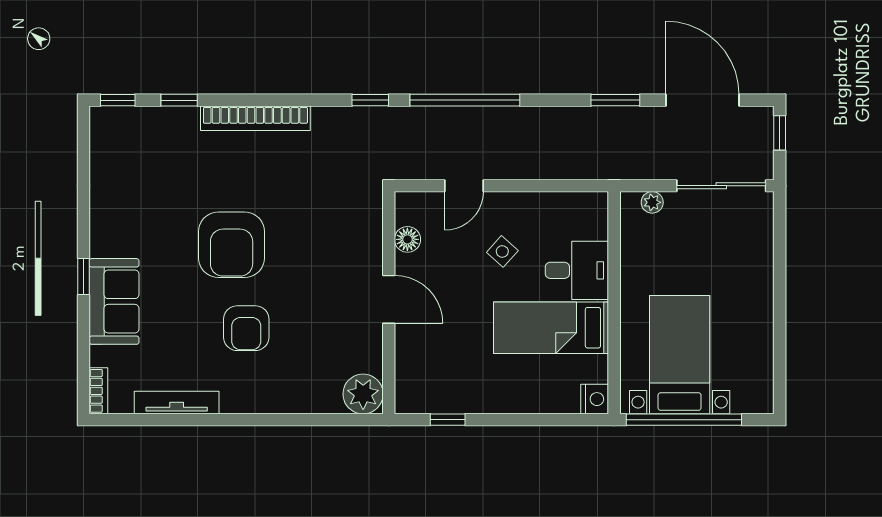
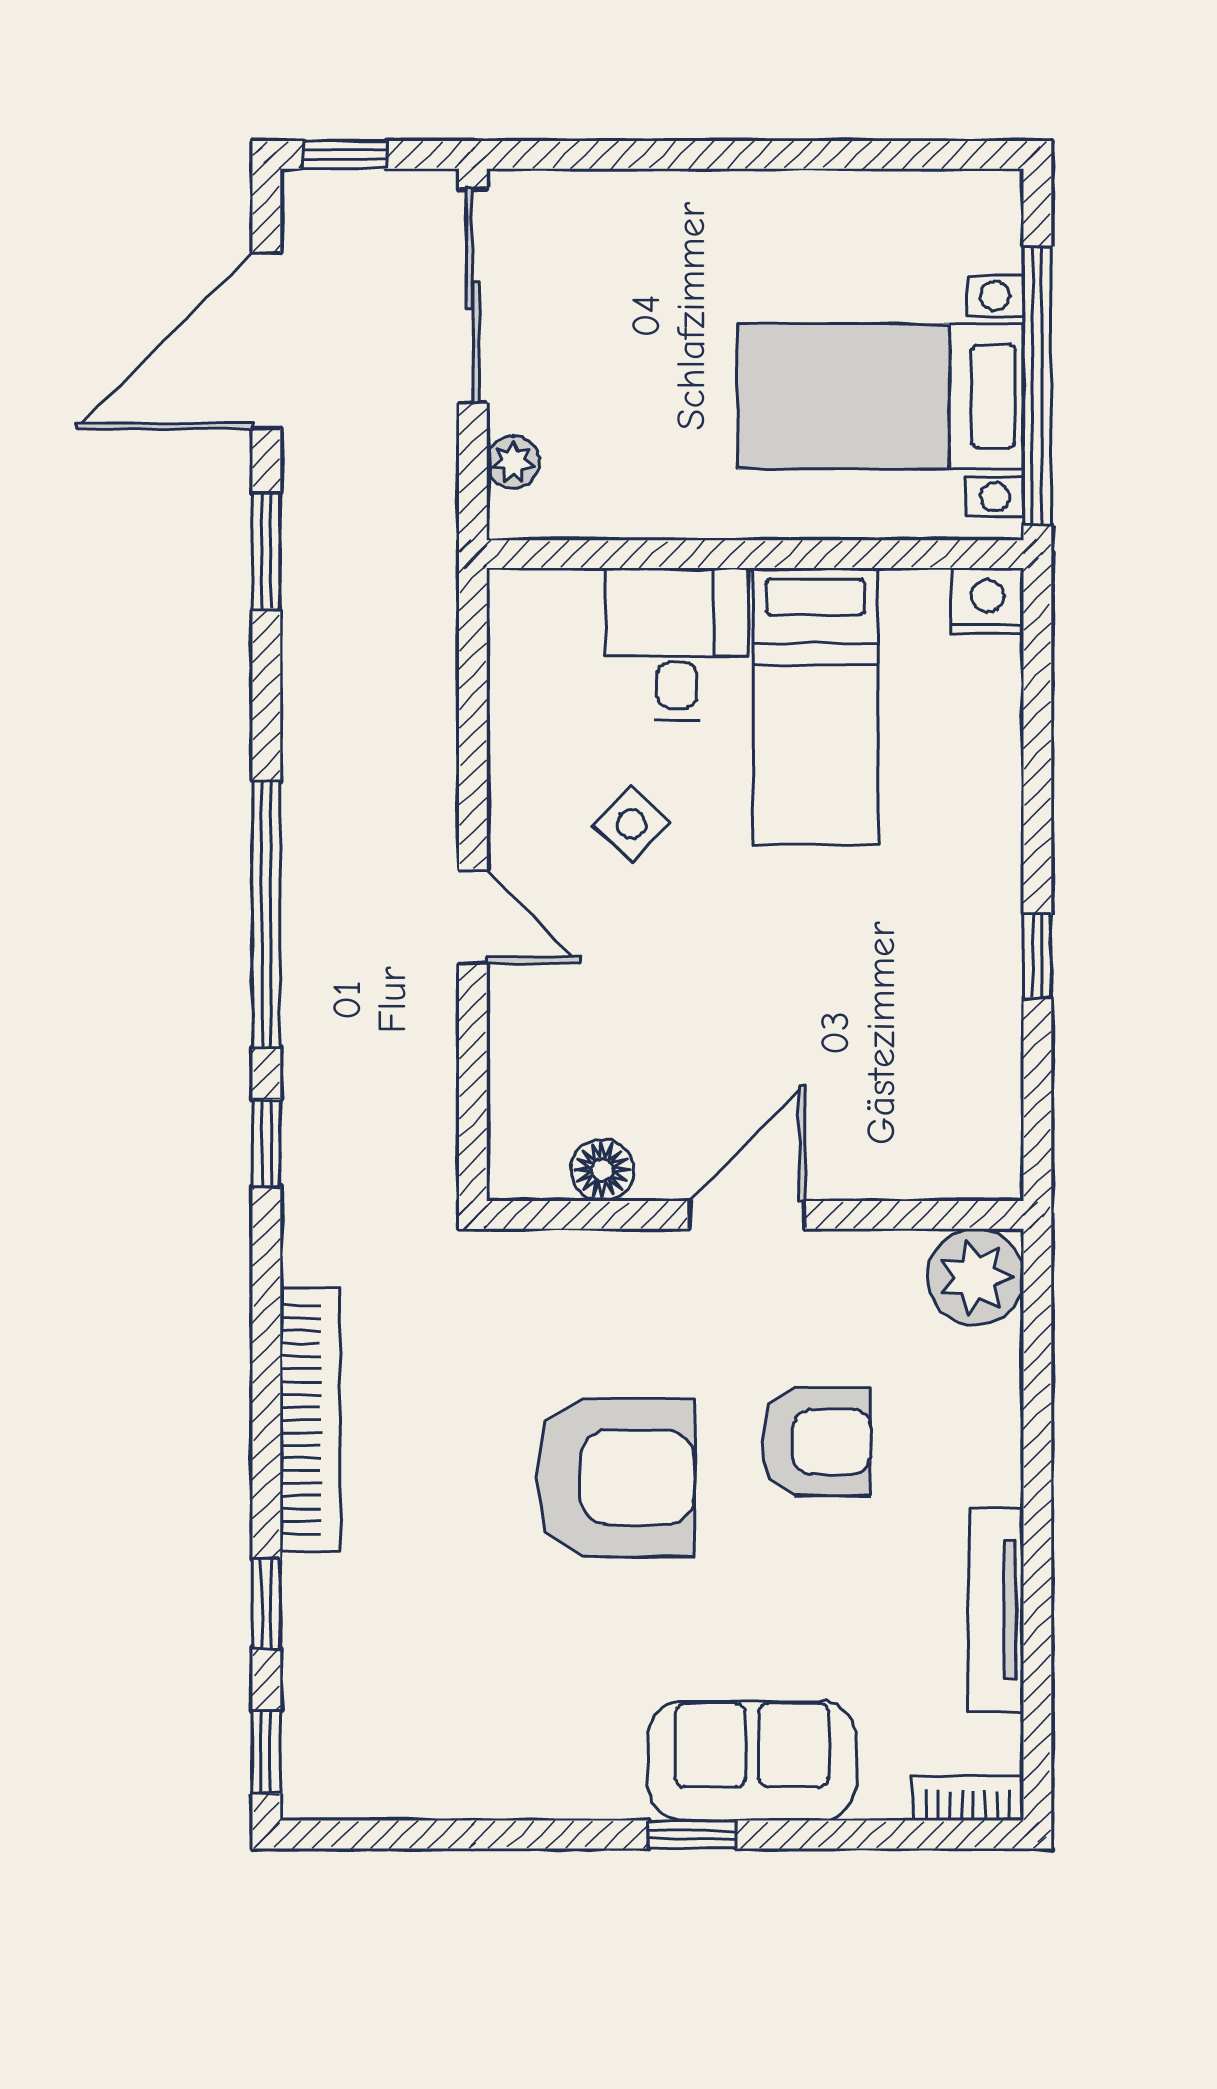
floor lamp: (407, 239) -> (602, 1170), moved
door: (389, 299) -> (747, 1215), moved
wall: (389, 303) -> (755, 1215), moved
plant: (363, 394) -> (975, 1277), moved

